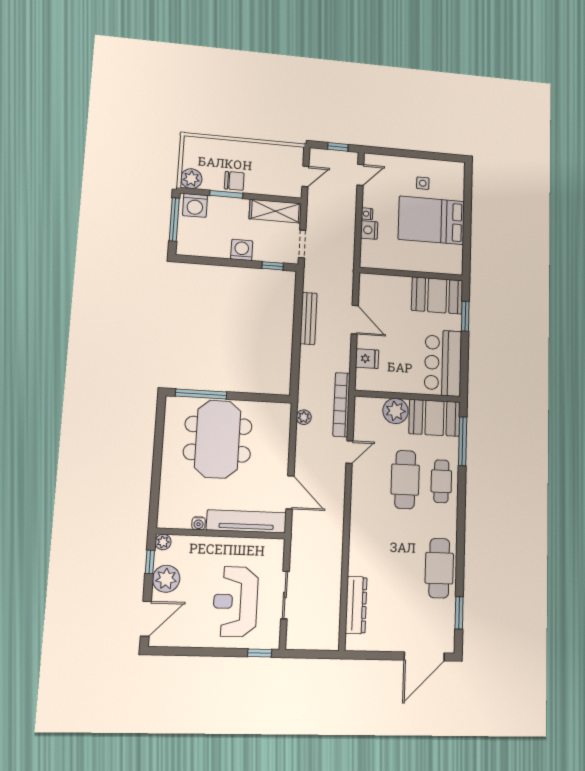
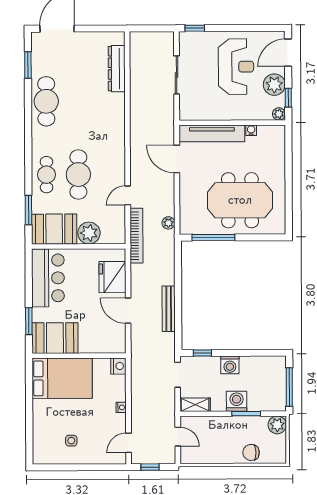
door: (305, 176) -> (178, 437), swing flipped
chair: (234, 181) -> (251, 452), moved
washing machine: (195, 205) -> (237, 401), moved
shelving: (275, 211) -> (195, 405), width x0.67, depth x0.75
bed: (431, 220) -> (62, 378), moved
nightstand: (369, 230) -> (118, 366), moved
fridge: (367, 359) -> (112, 277), width x1.88, depth x1.34
window: (201, 394) -> (213, 237), moved
meeting table: (218, 439) -> (240, 200), turned 90
window: (463, 441) -> (28, 210), width x0.69
reception desk: (235, 602) -> (236, 67), moved

